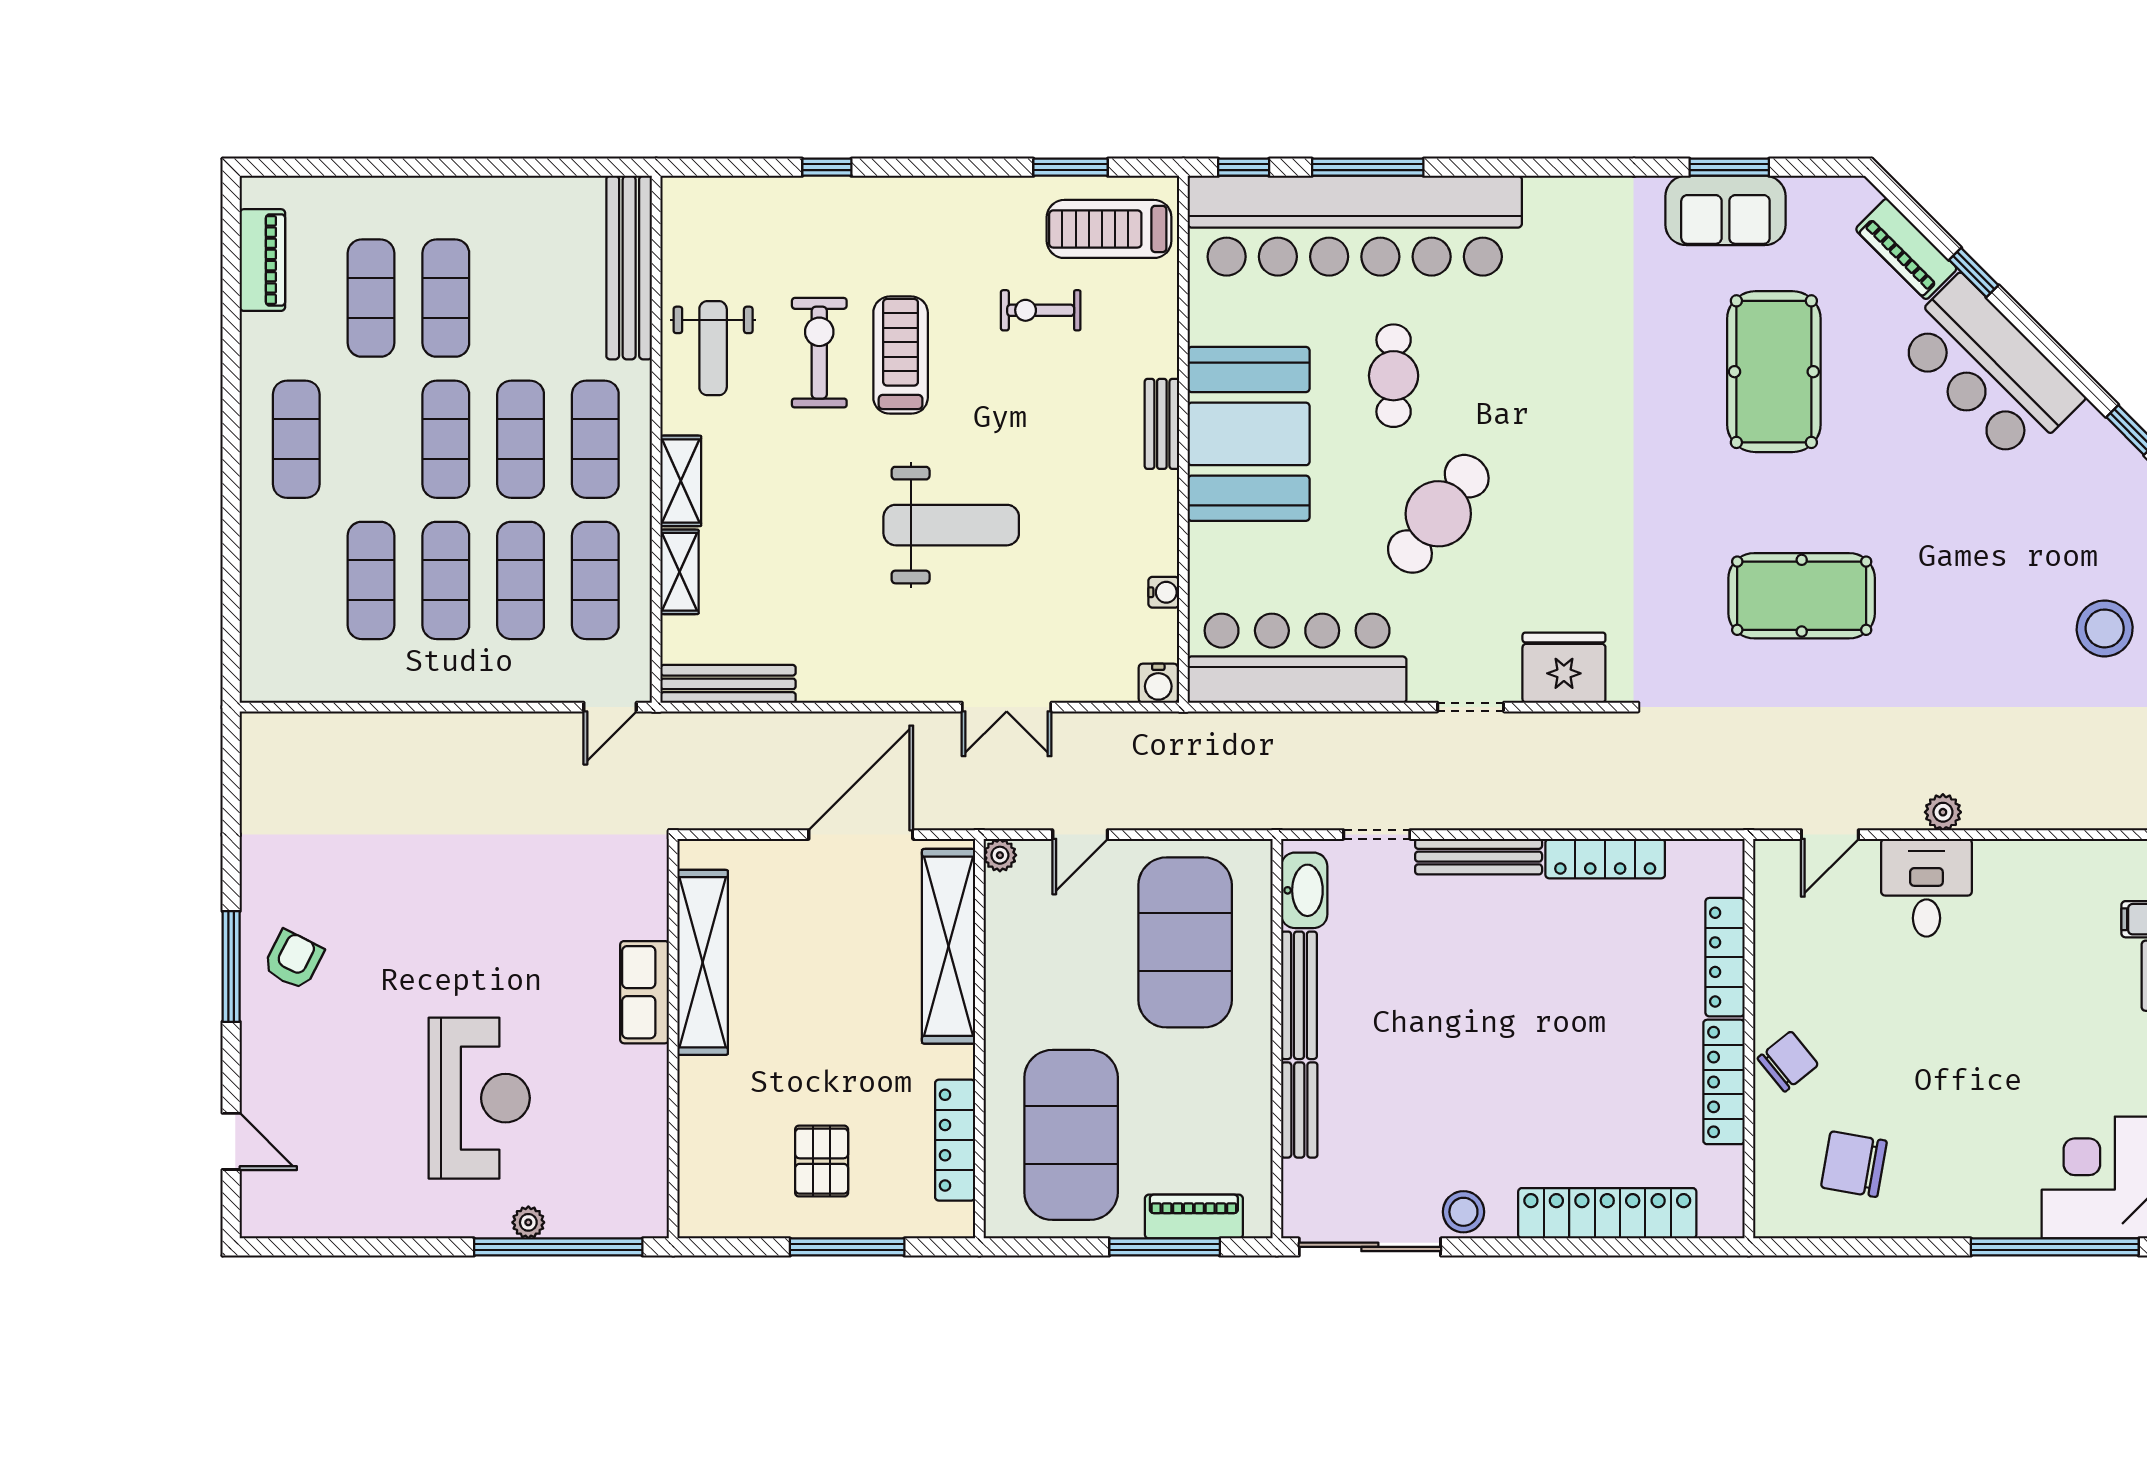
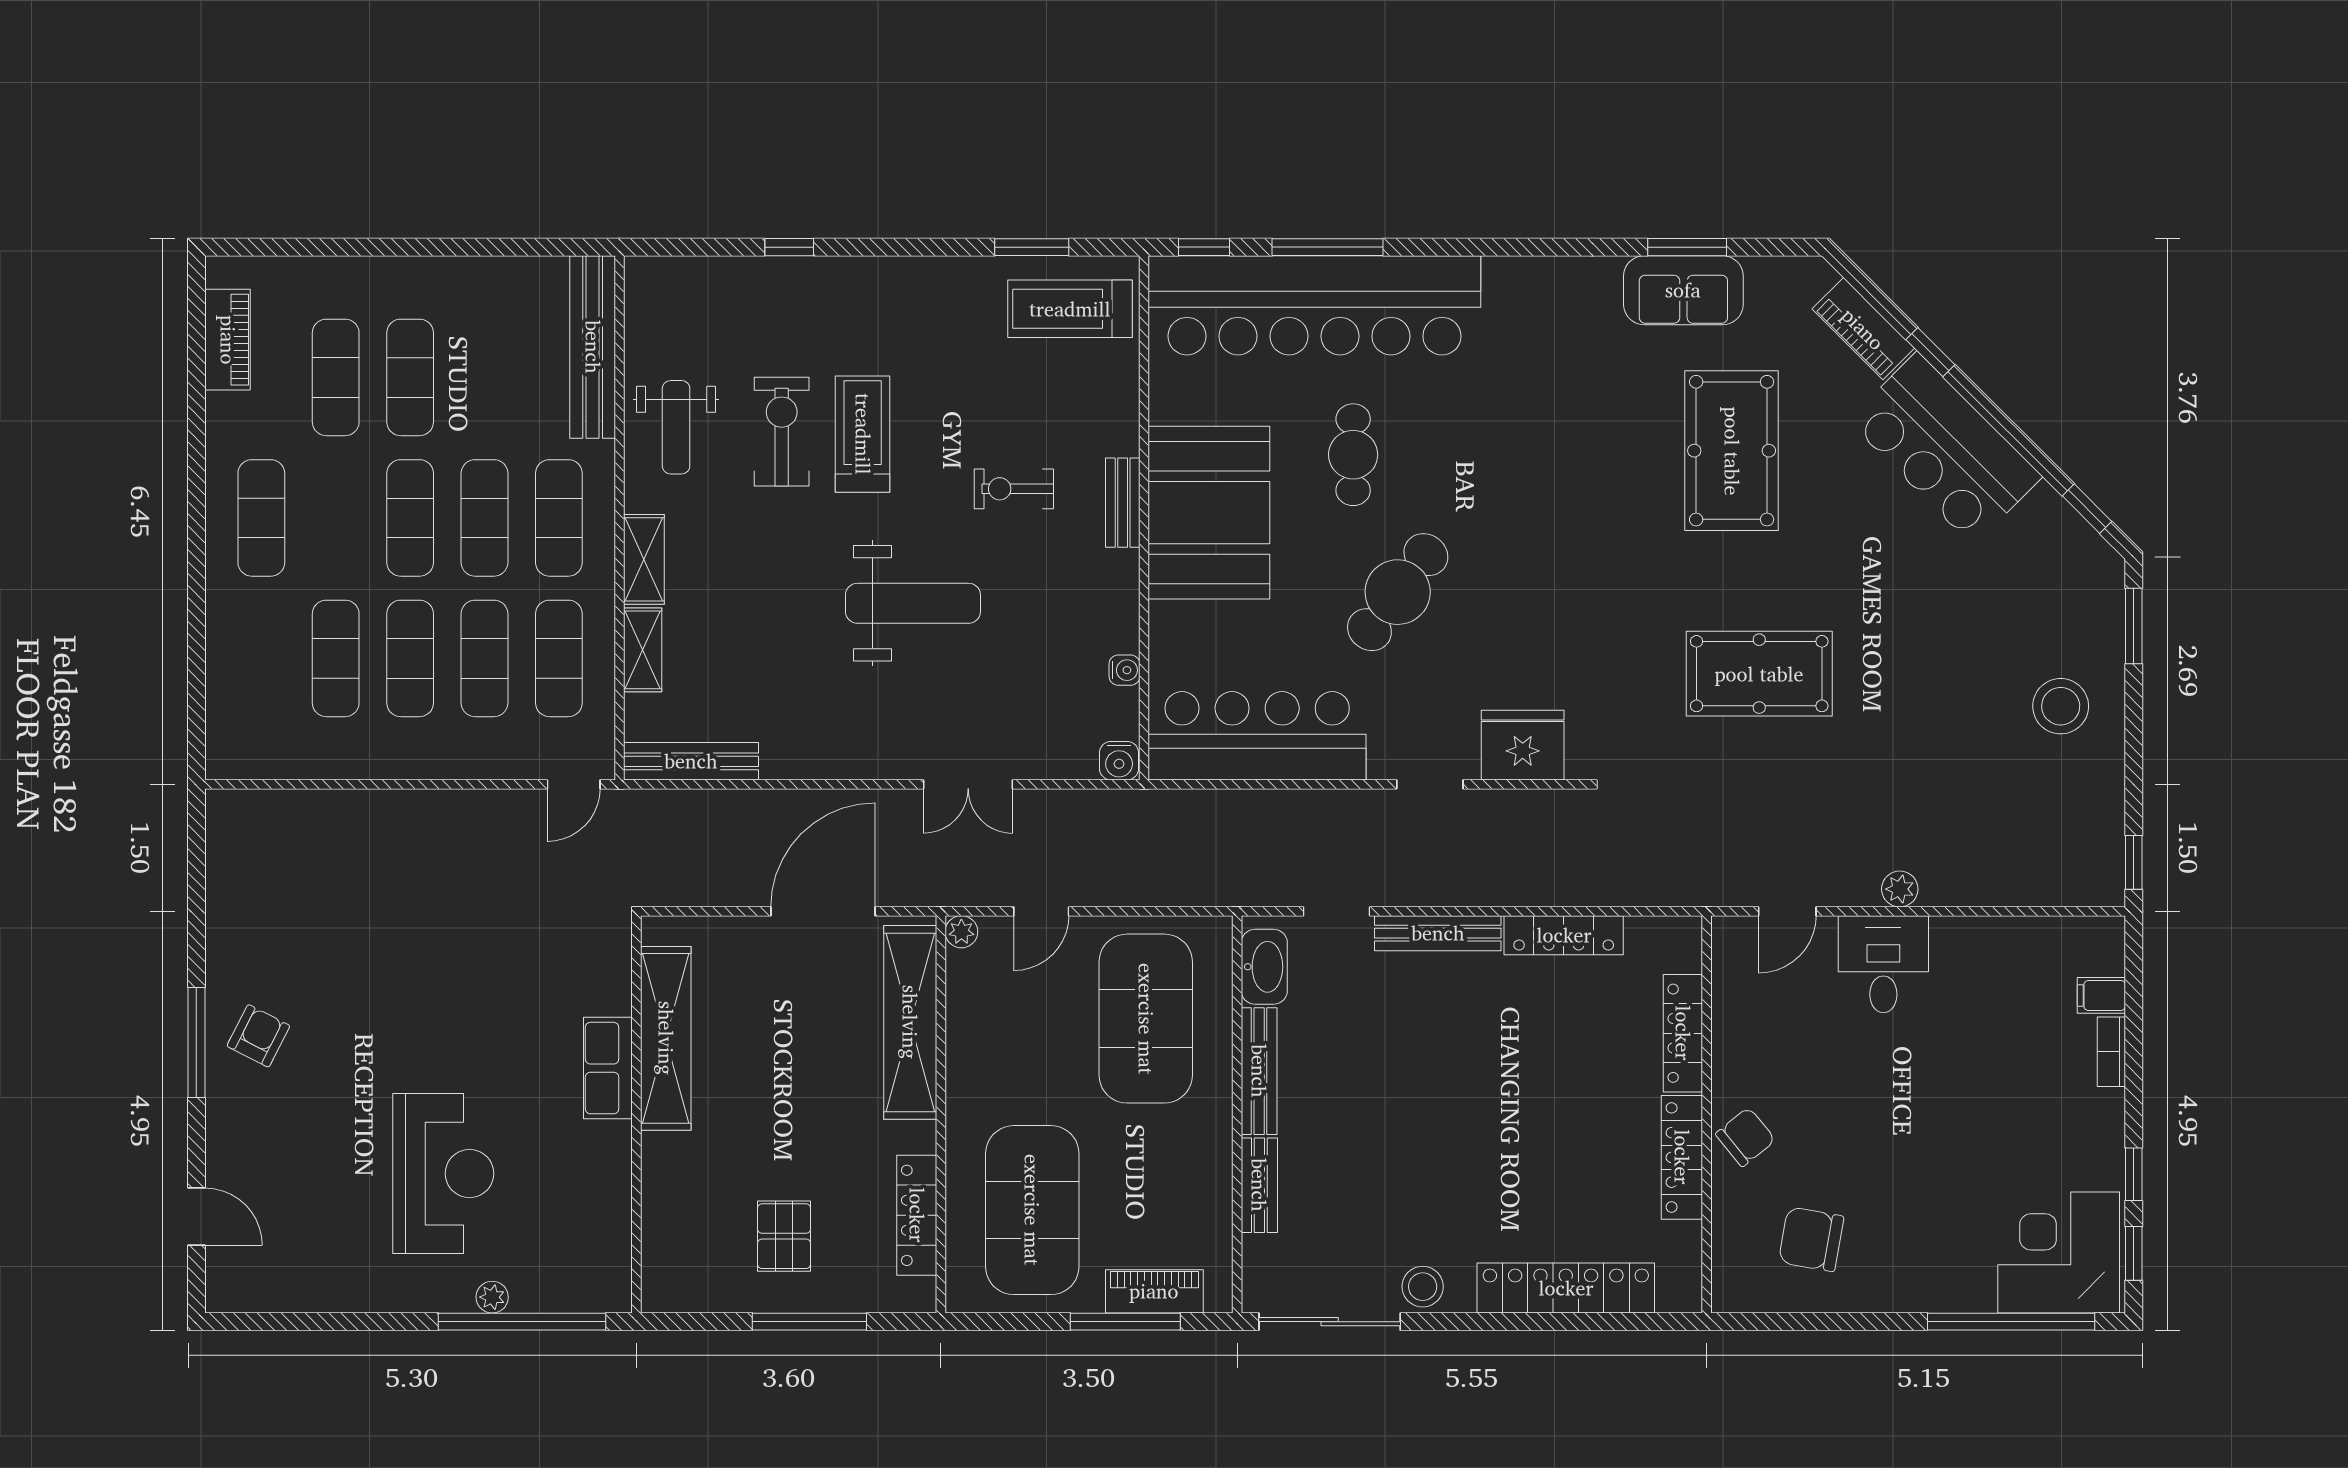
exercise bike: (1041, 310) -> (1014, 489), moved

